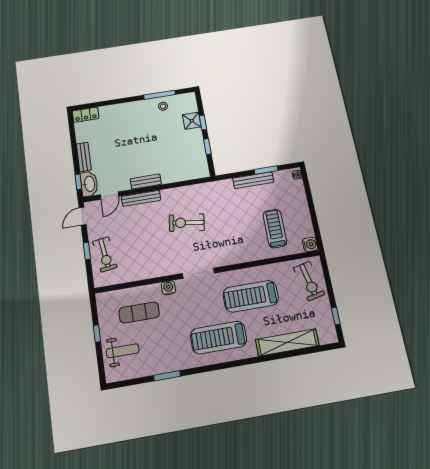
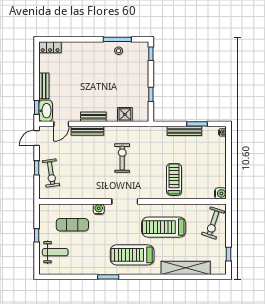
shower: (192, 121) -> (125, 114), moved
window: (203, 122) -> (151, 54), moved
exercise bike: (187, 223) -> (122, 158), turned 82
treadmill: (275, 229) -> (174, 179), moved
exercise bike: (309, 281) -> (213, 223), turned 31
window: (167, 376) -> (108, 277), moved

